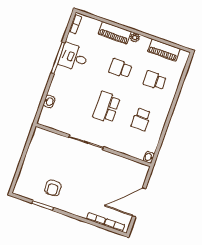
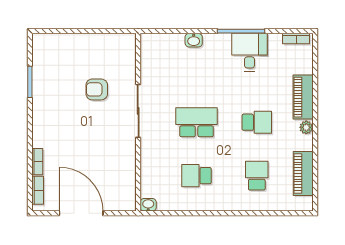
school desk: (120, 68) -> (257, 122), turned 90
washbasin: (49, 102) -> (194, 40), moved
armchair: (53, 188) -> (97, 89), moved

